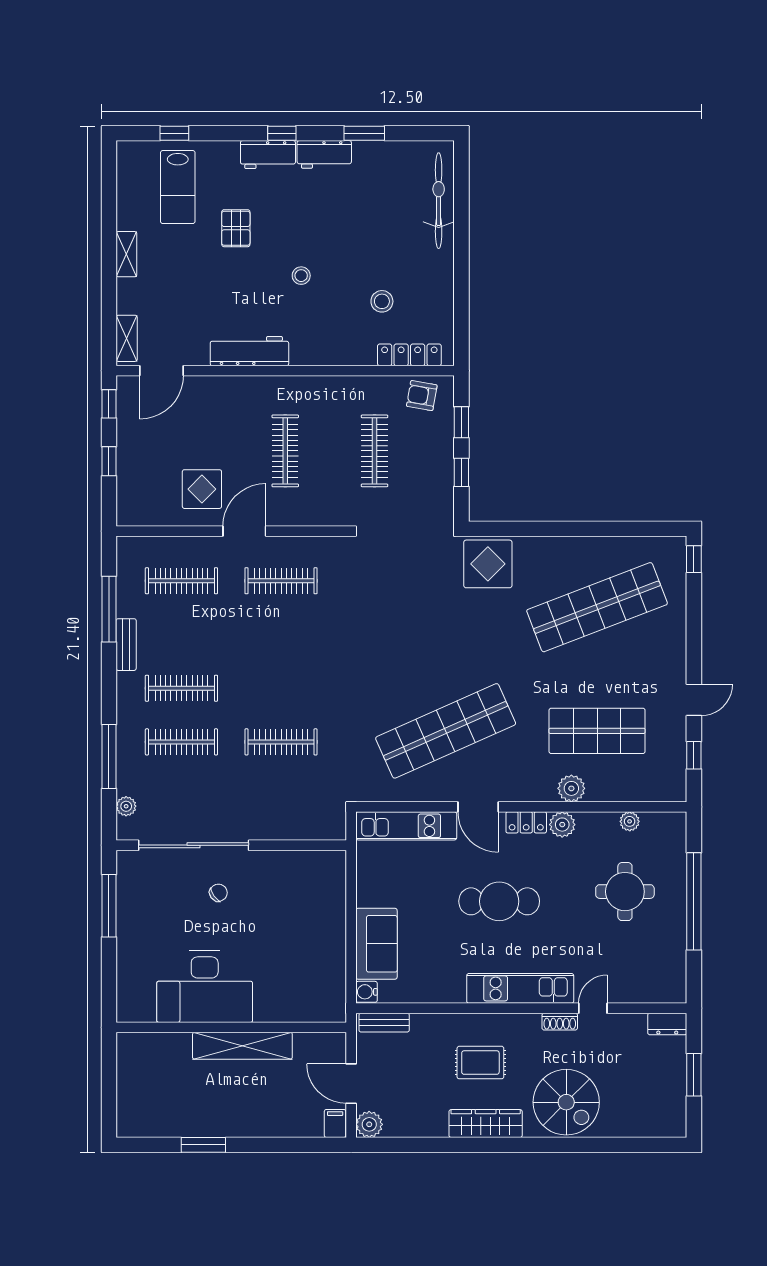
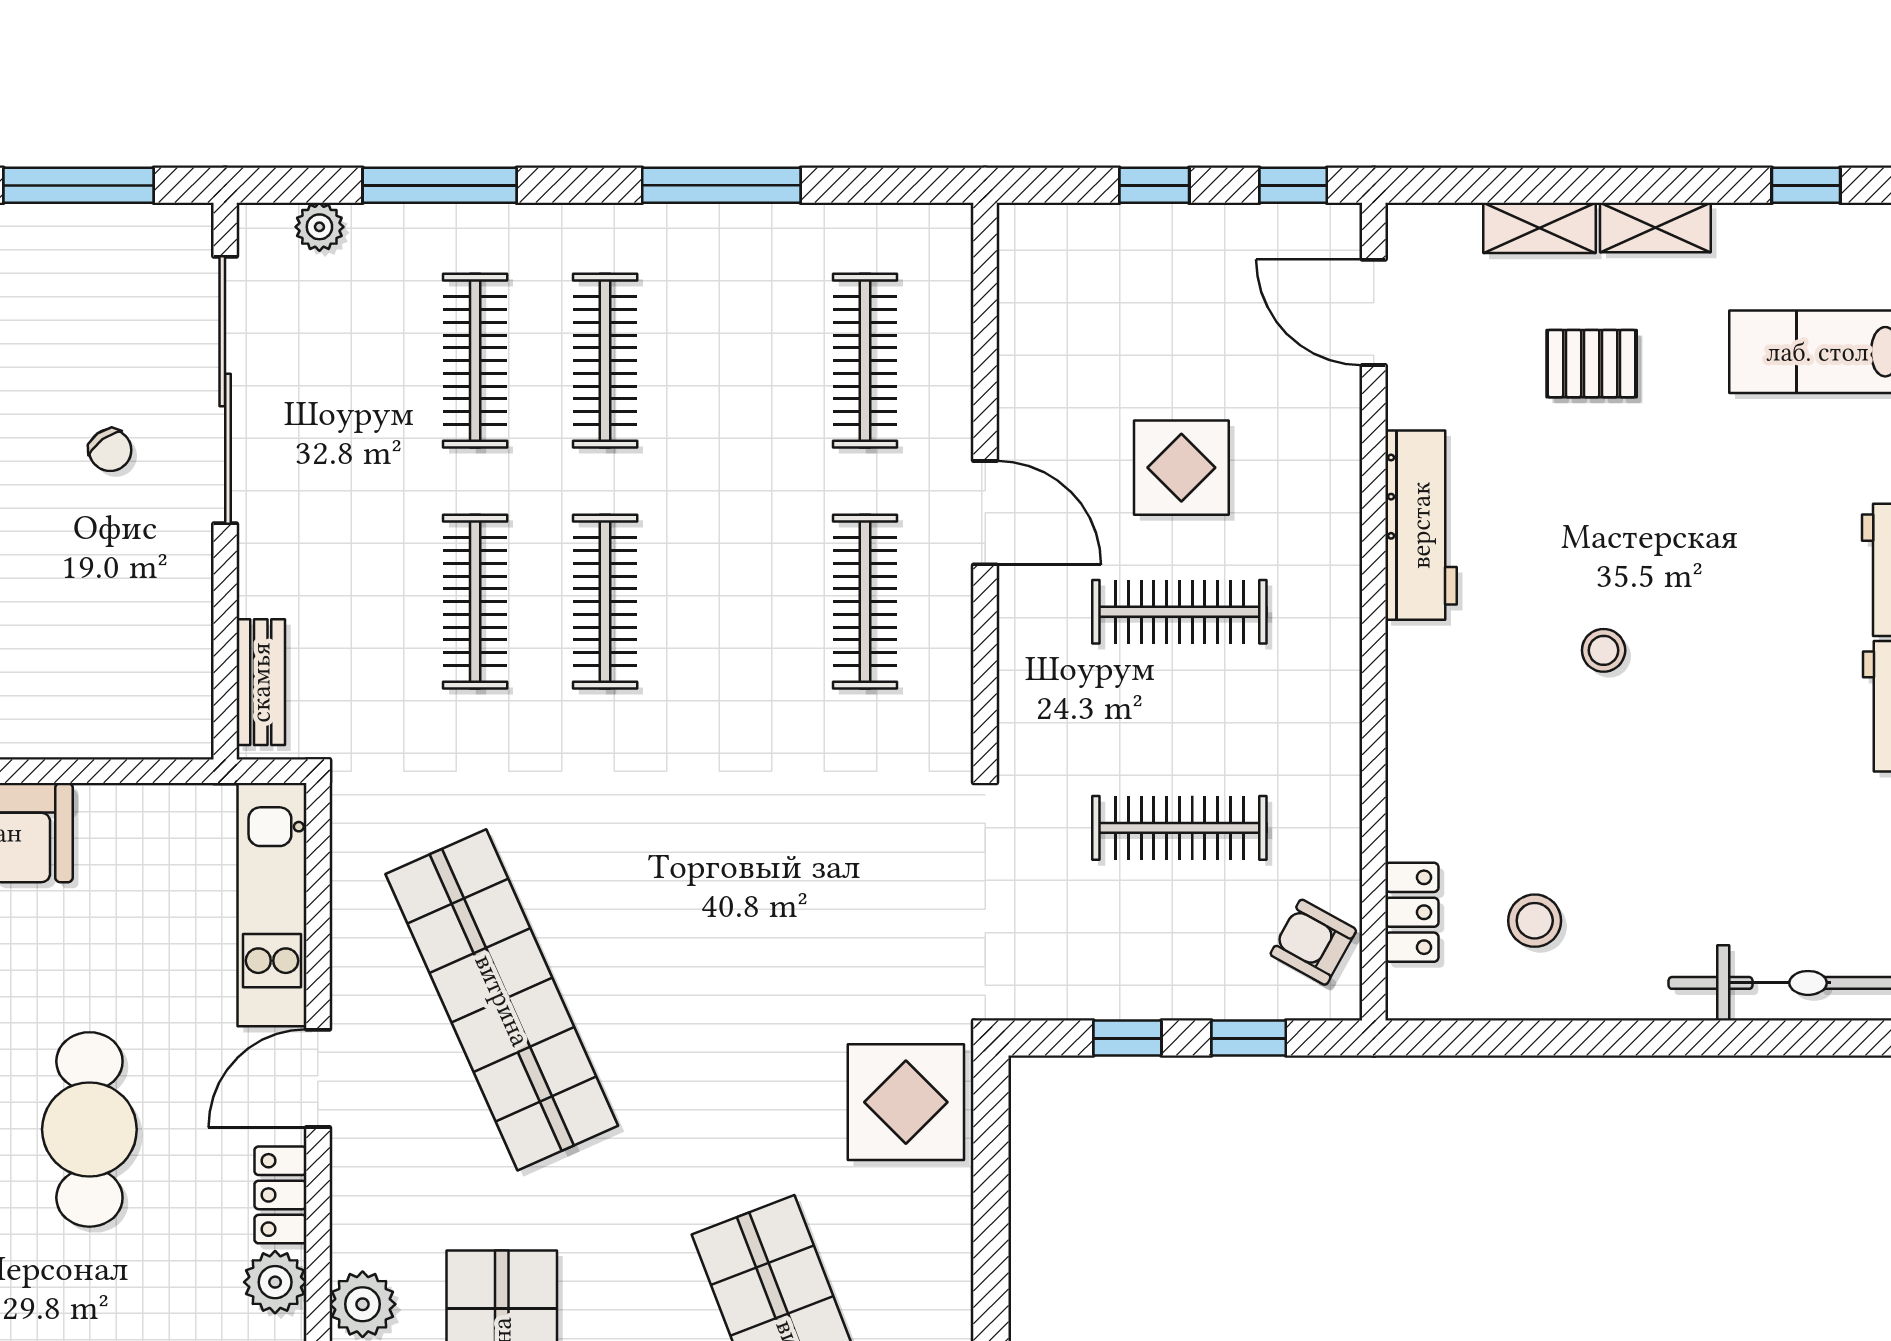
window: (109, 192) -> (1806, 185), added
pallet: (236, 228) -> (1592, 364), moved
stool: (382, 301) -> (1535, 921), moved
shelving: (127, 338) -> (1539, 228), moved
locker: (409, 355) -> (1412, 912), width x0.66
armchair: (422, 396) -> (1313, 942), turned -71
display table: (202, 489) -> (1181, 468), moved
window: (109, 609) -> (721, 185), moved
bench: (126, 645) -> (261, 682), moved, turned 90
clothes rail: (281, 688) -> (605, 602), added

